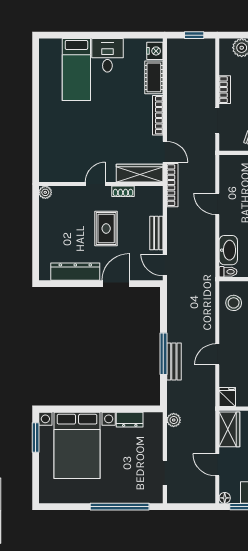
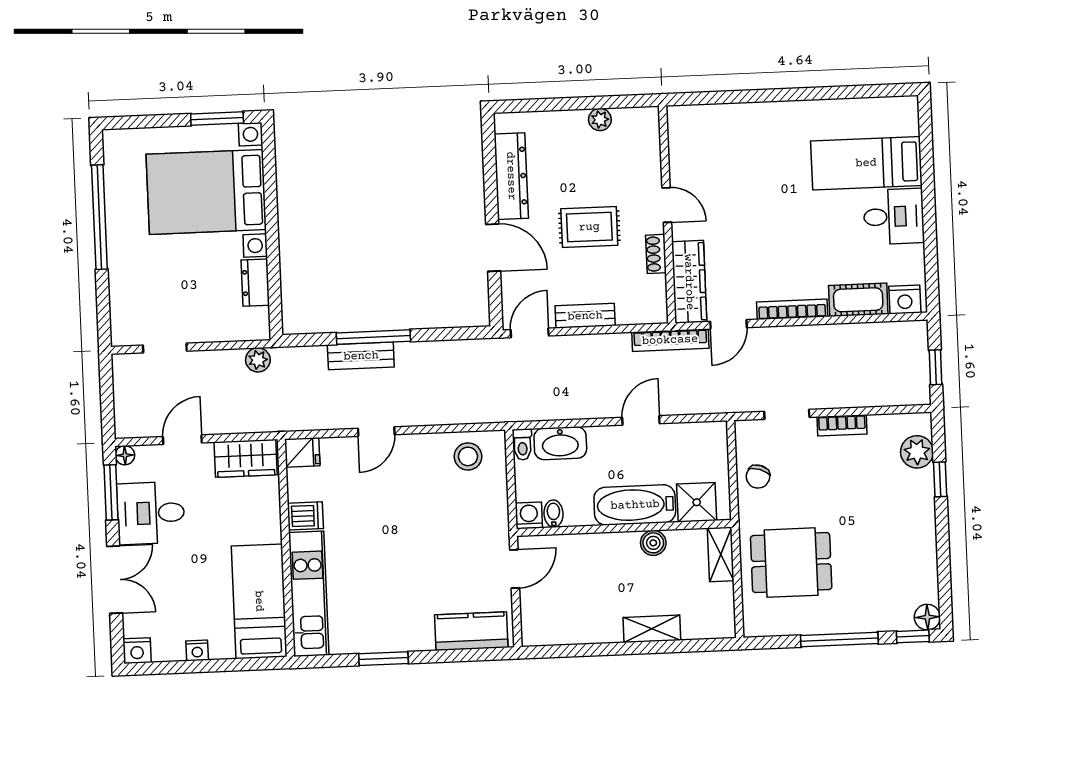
plant: (45, 192) -> (600, 119), moved
door: (217, 354) -> (376, 432), swing flipped
window: (120, 507) -> (99, 217), moved

